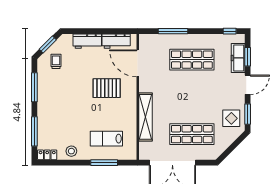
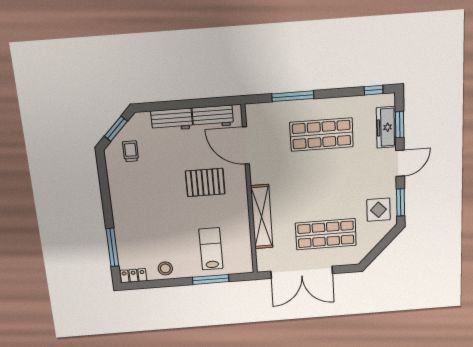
window: (34, 87) -> (105, 189), removed
lab bench: (106, 139) -> (211, 249), turned 90

